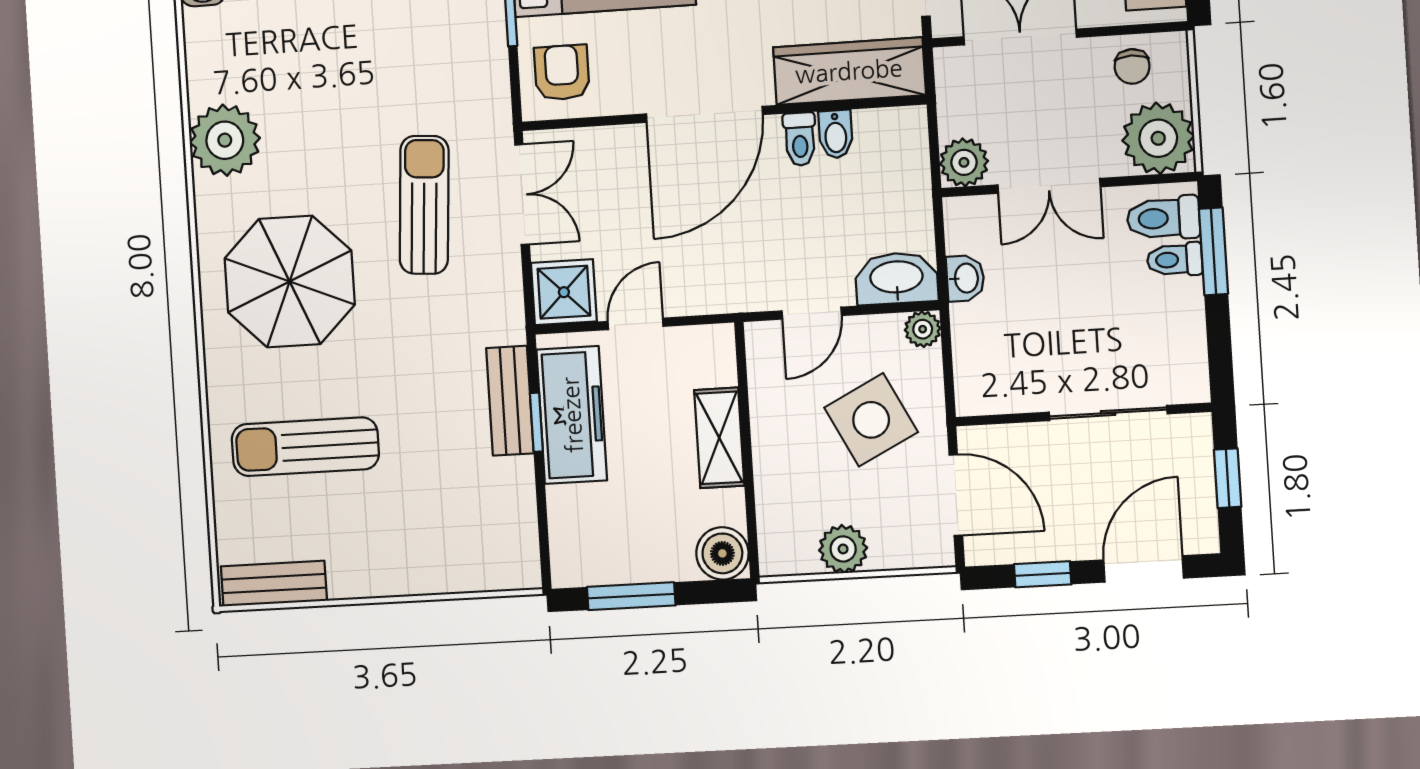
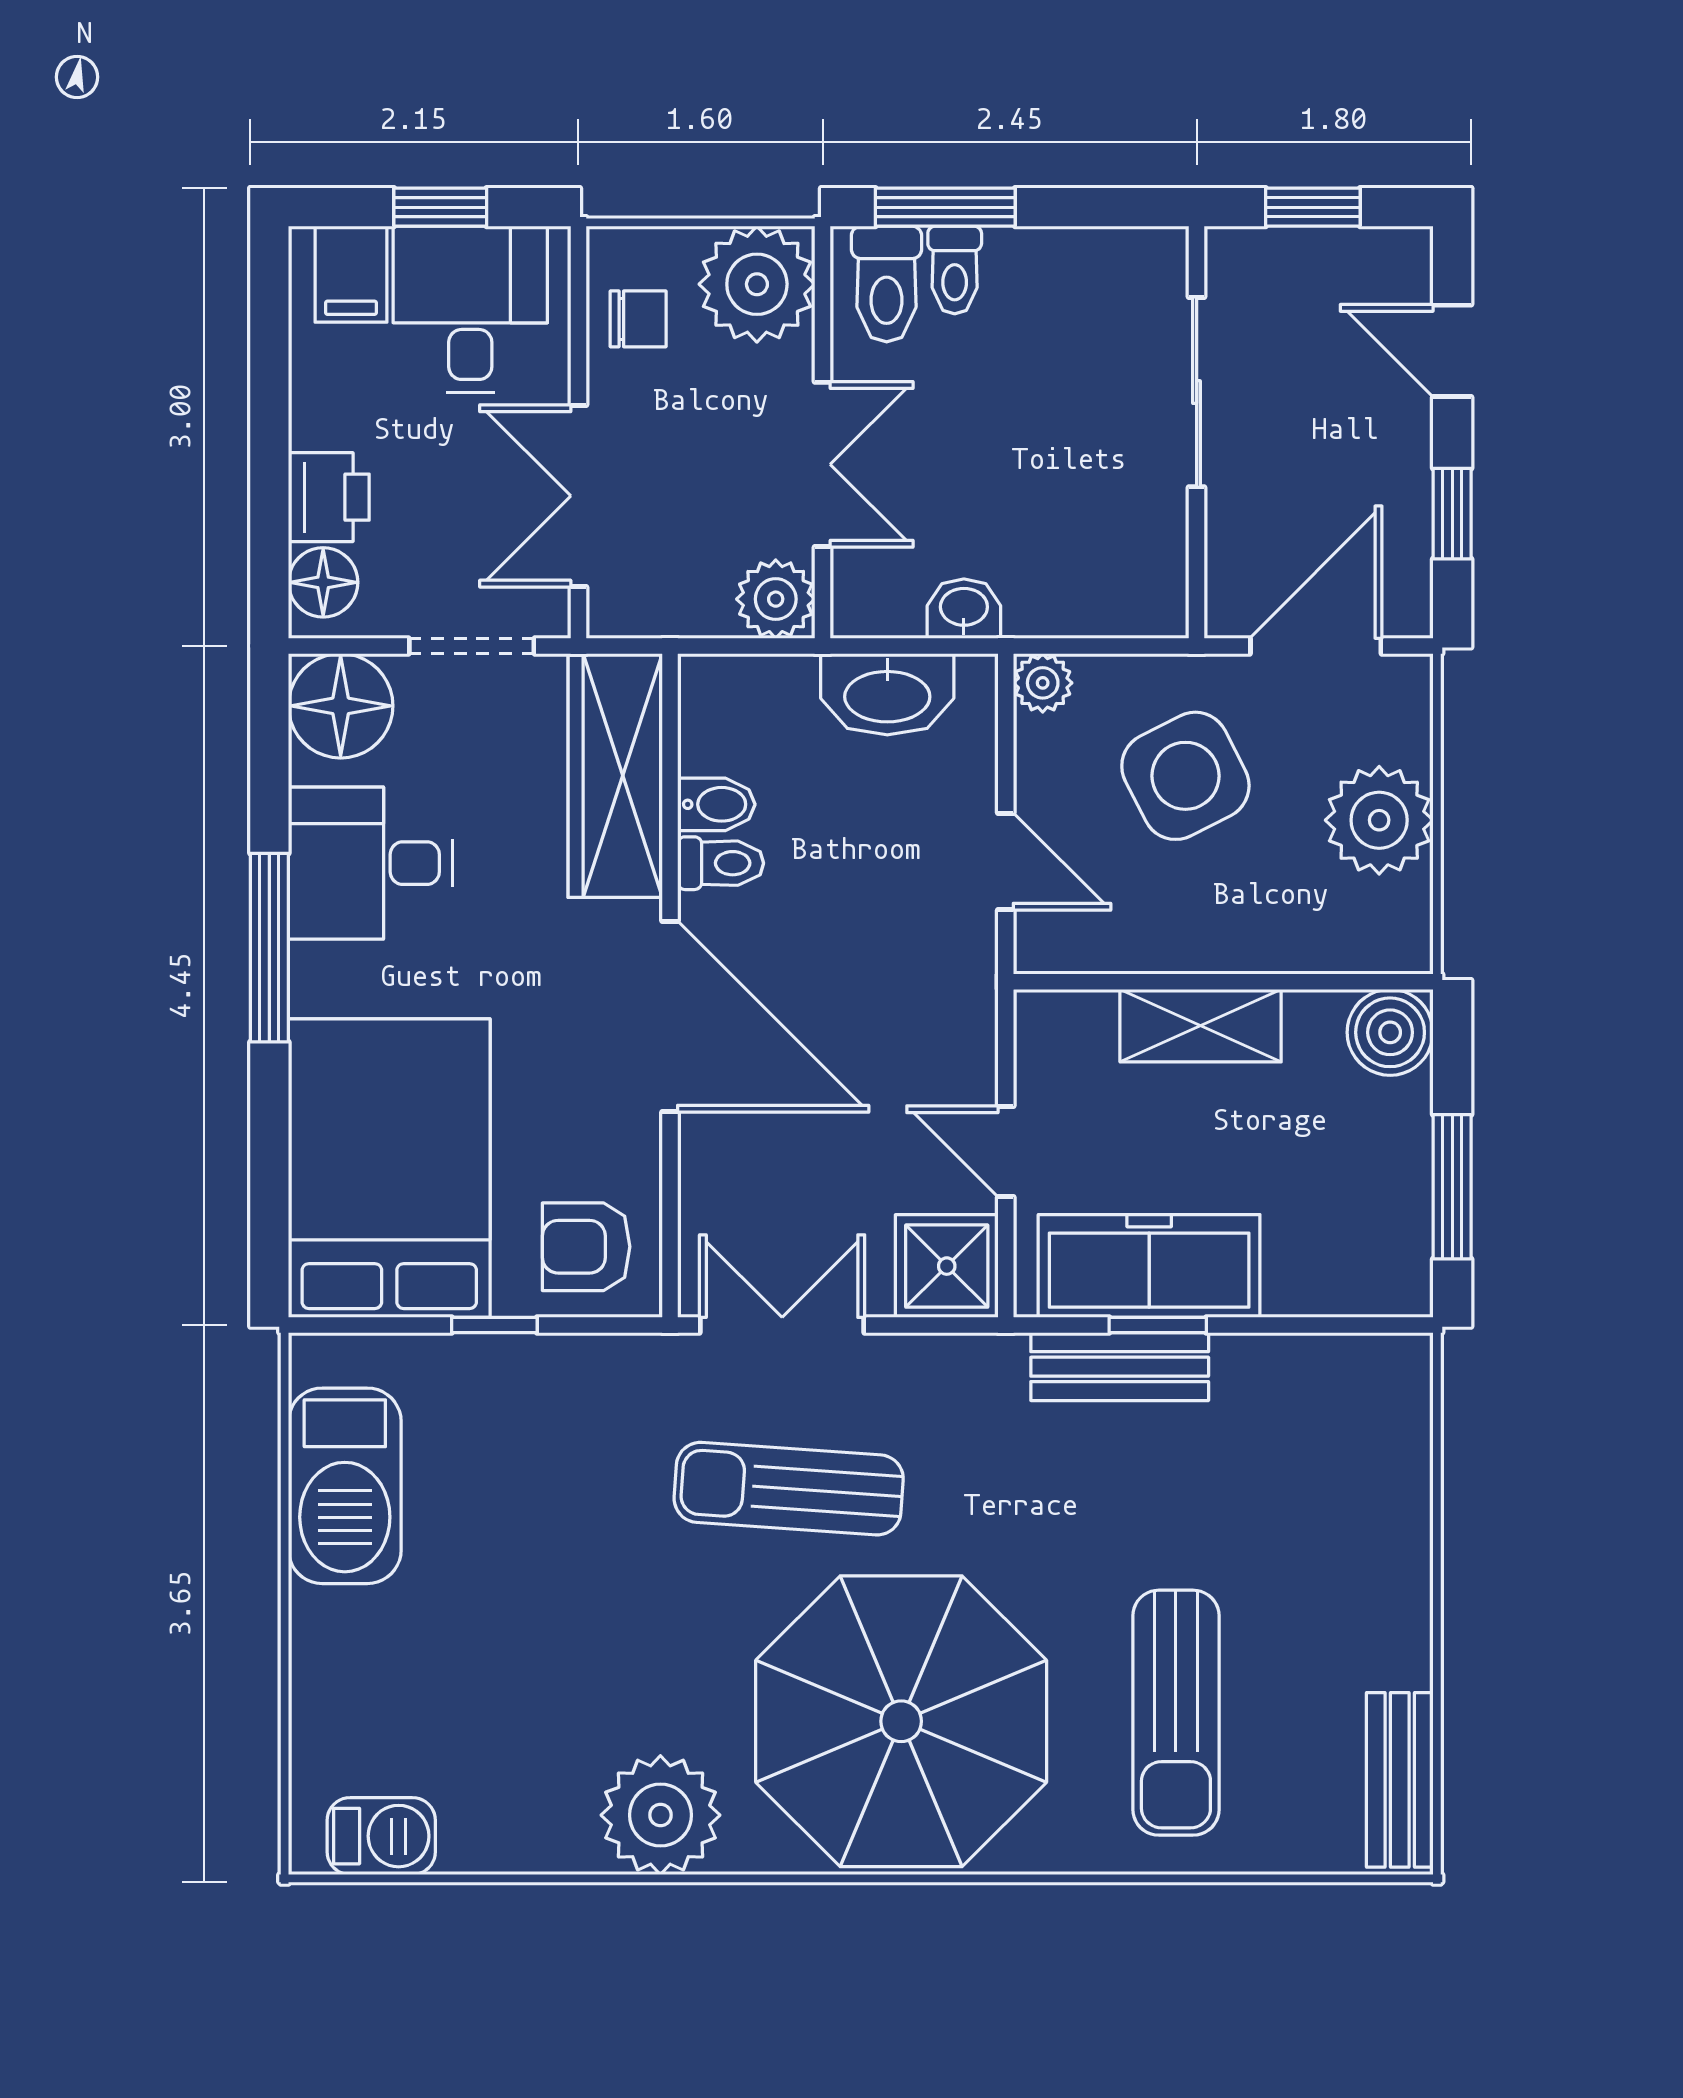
washbasin: (897, 278) -> (887, 694), moved, turned -90
parasol: (290, 281) -> (901, 1721), width x1.36, depth x1.36
plant: (843, 549) -> (1379, 820), width x1.36, depth x1.36
door: (1144, 569) -> (1452, 351), width x0.73

